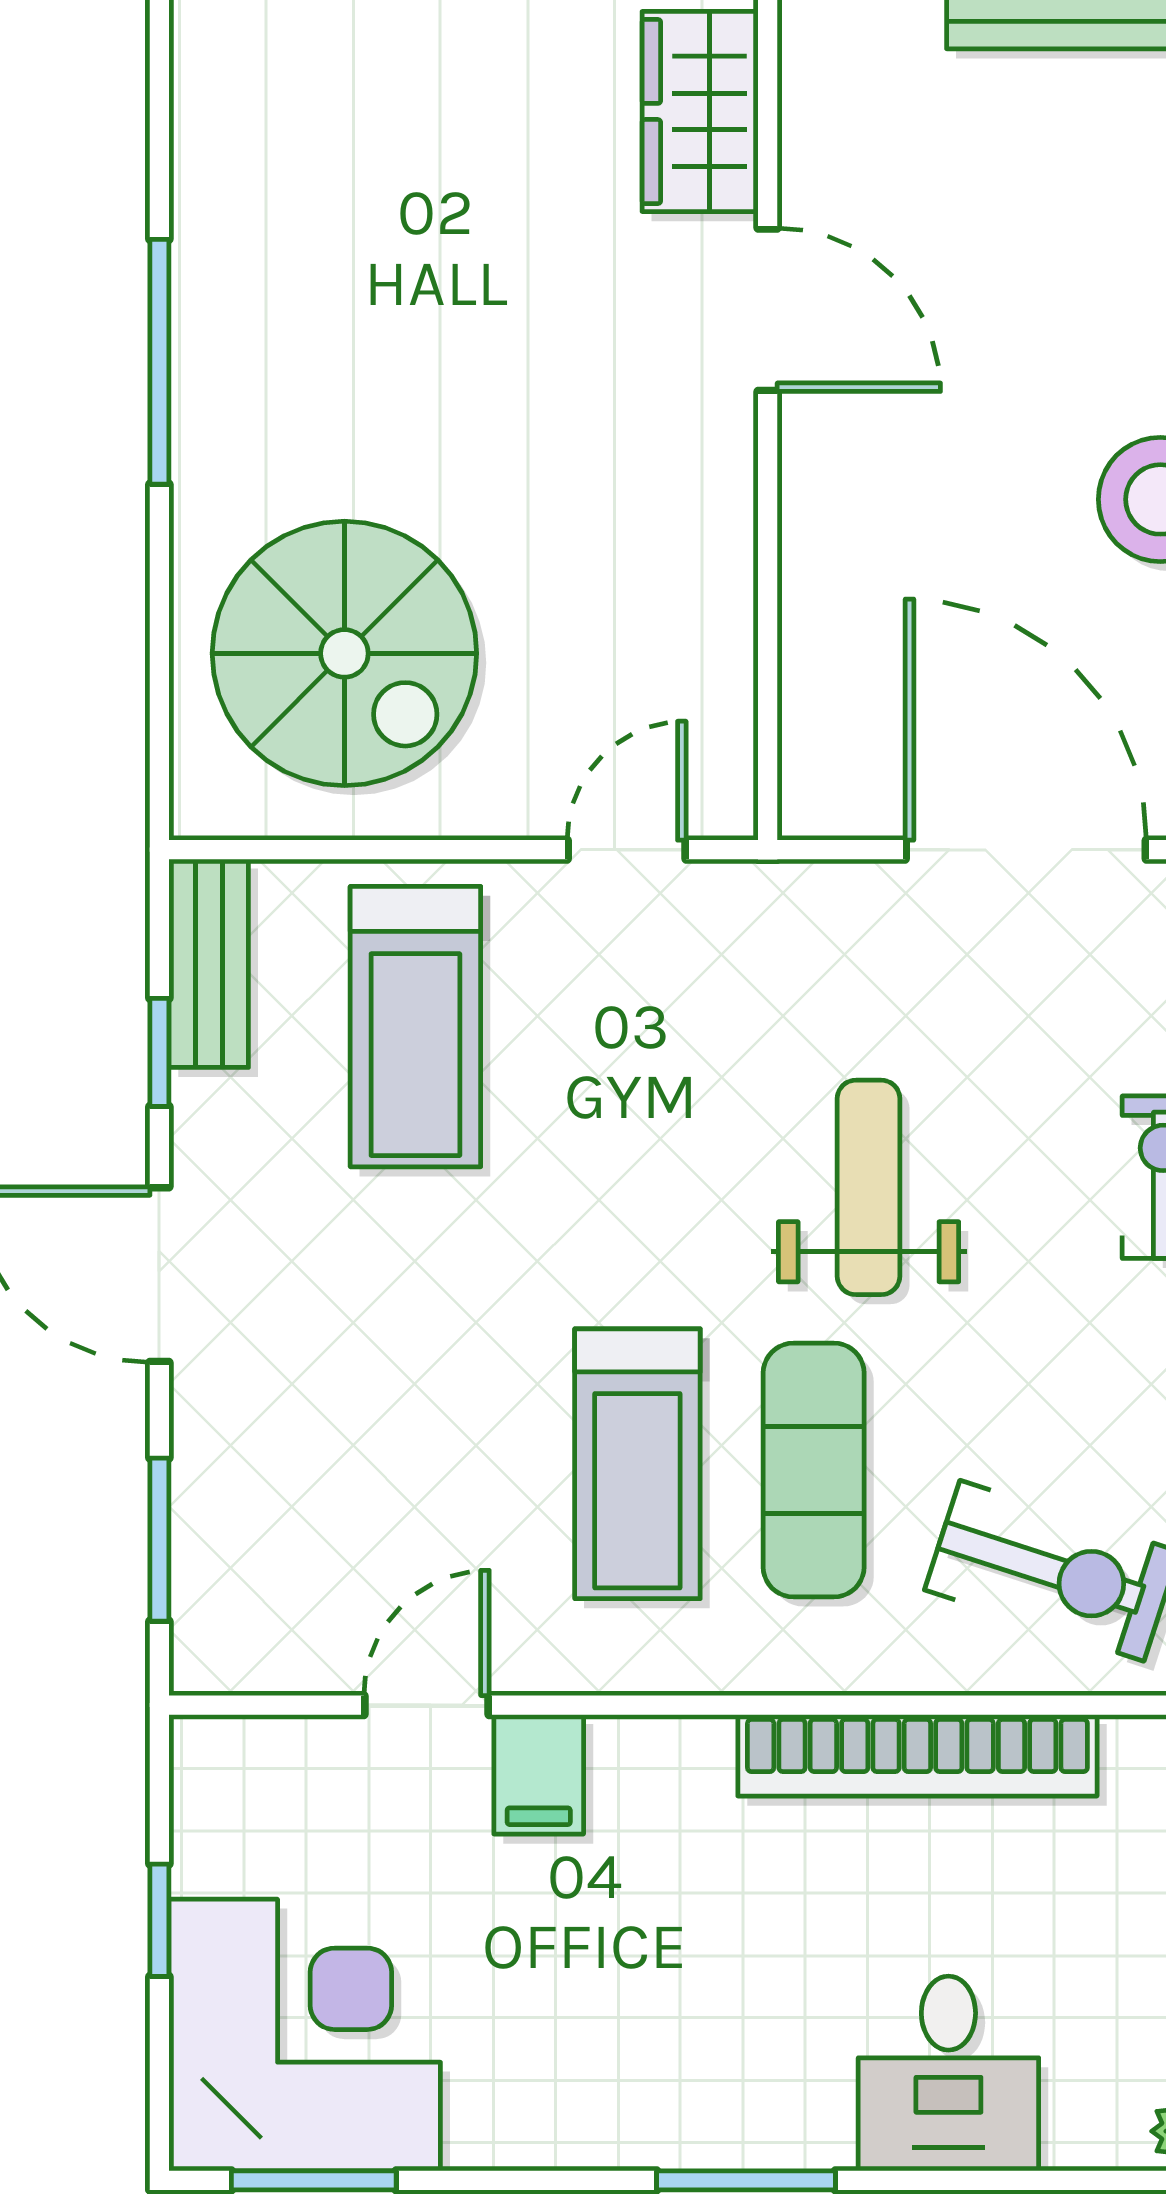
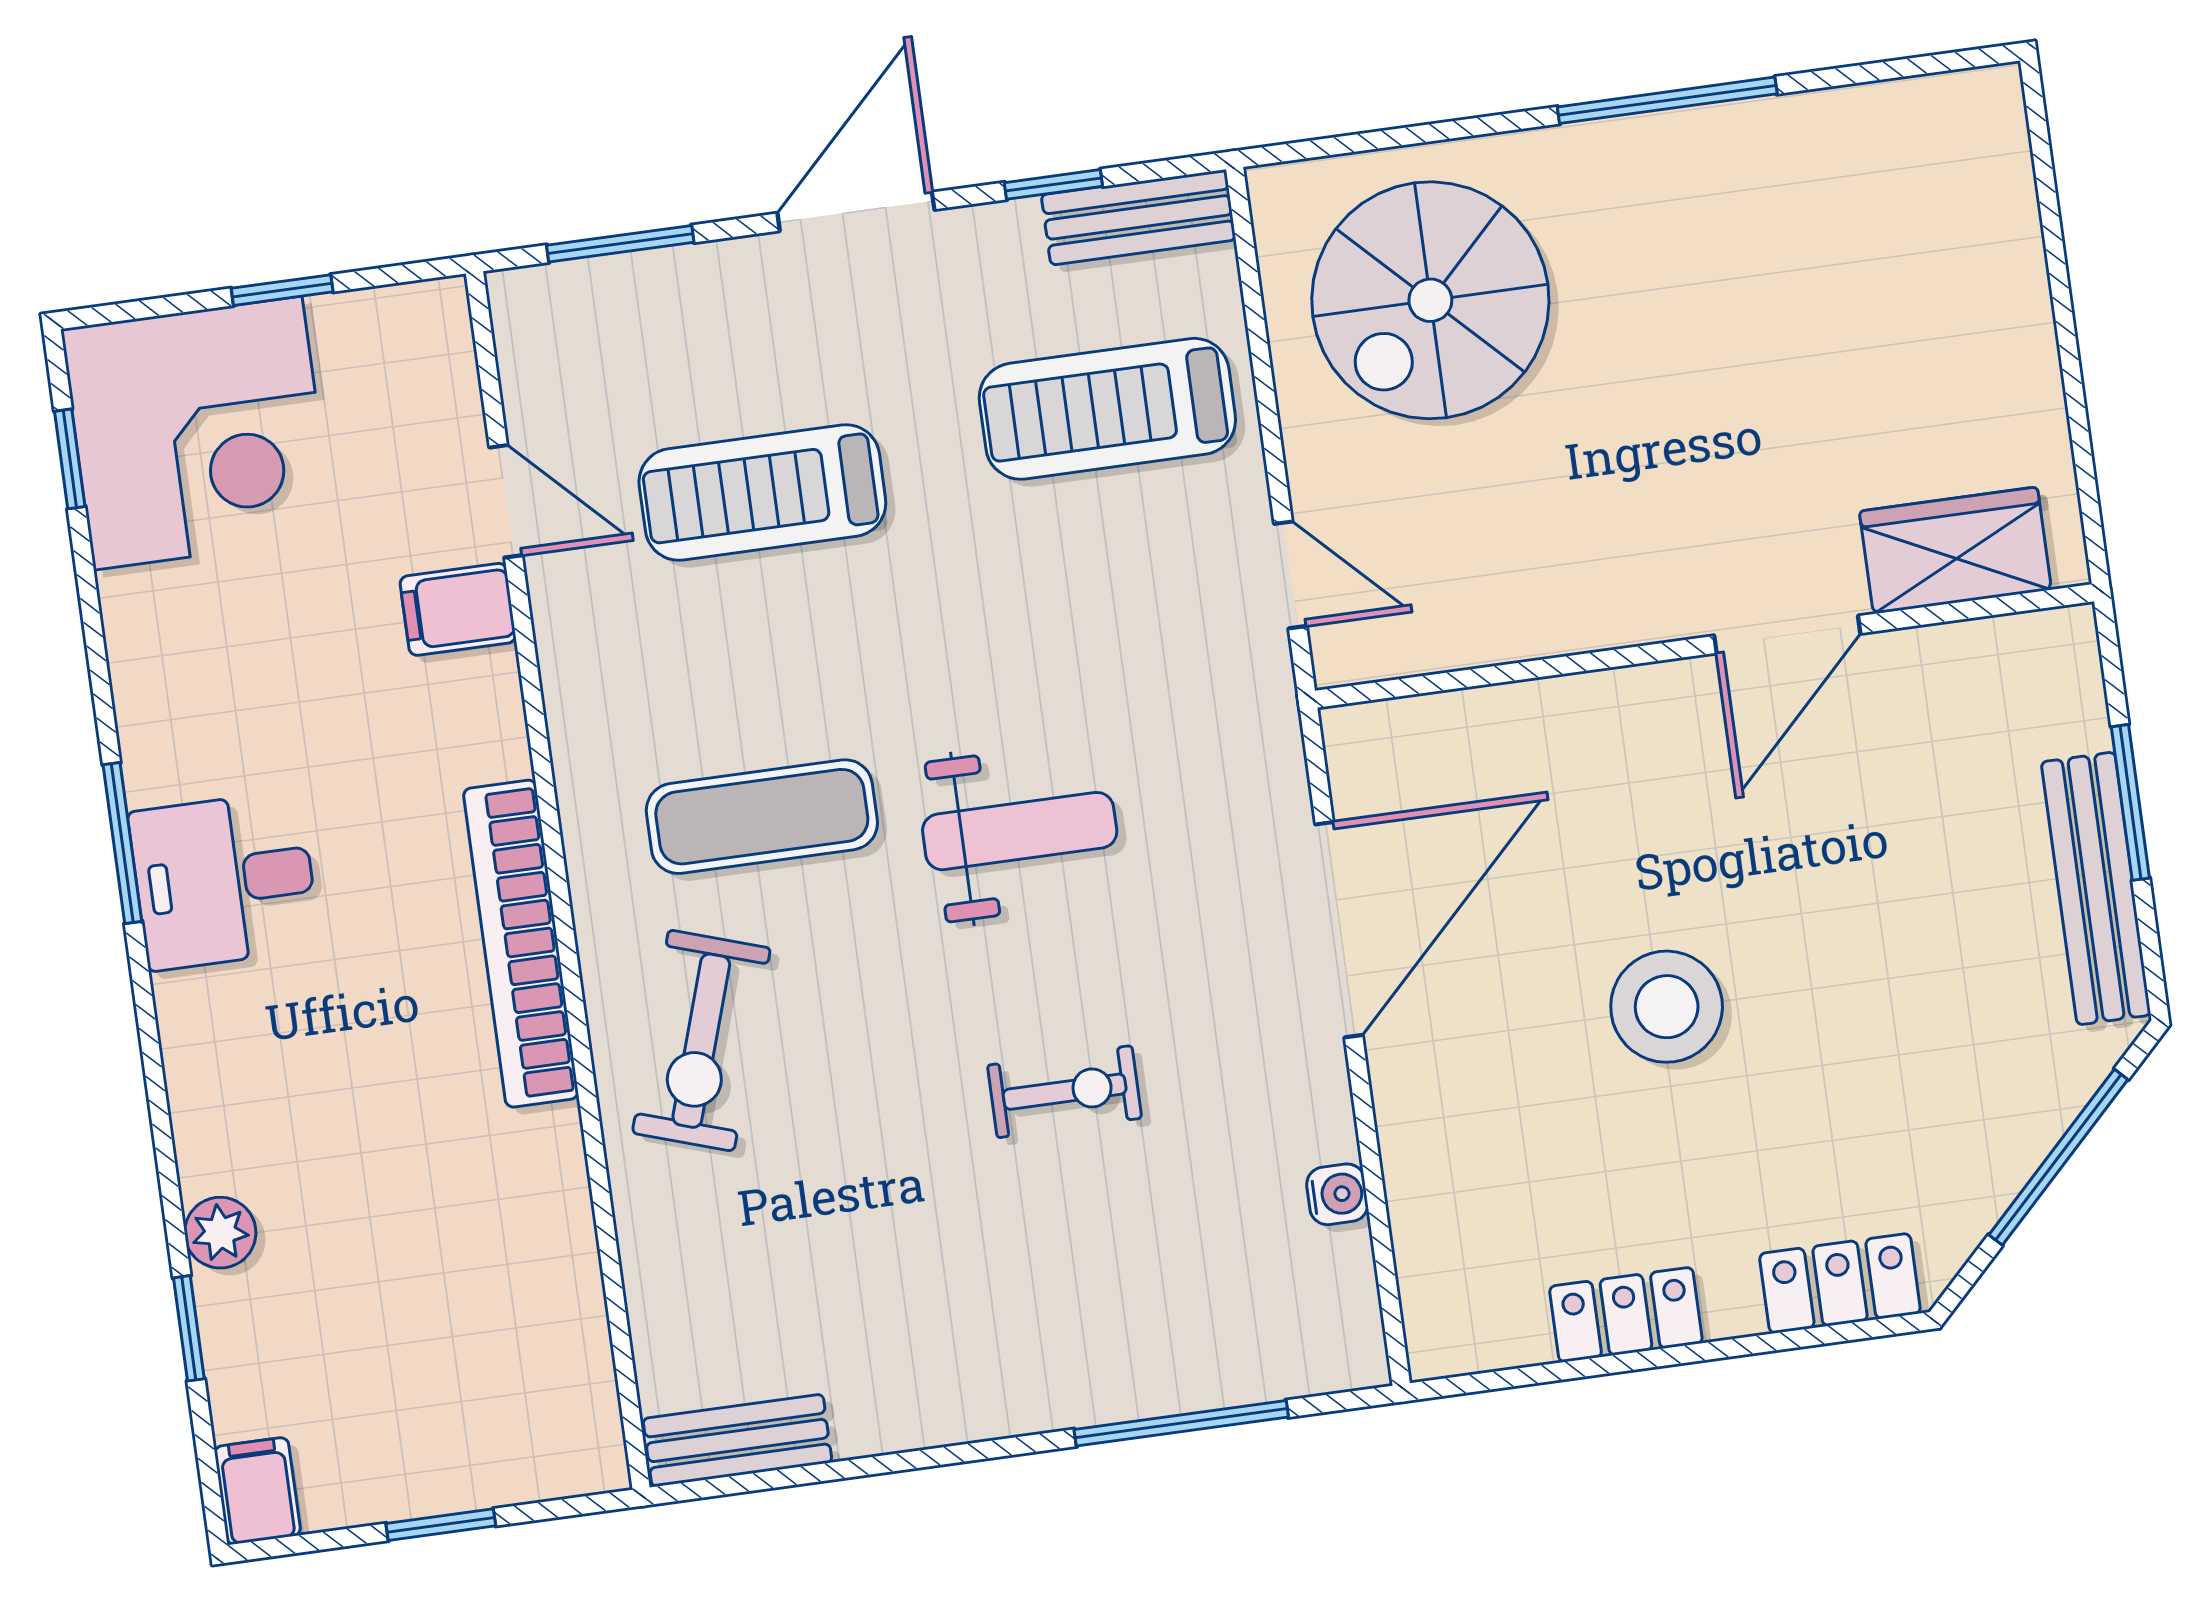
treadmill: (637, 1464) -> (762, 492), moved
desk: (948, 2073) -> (224, 881), moved
window: (314, 2180) -> (70, 459), width x0.67

